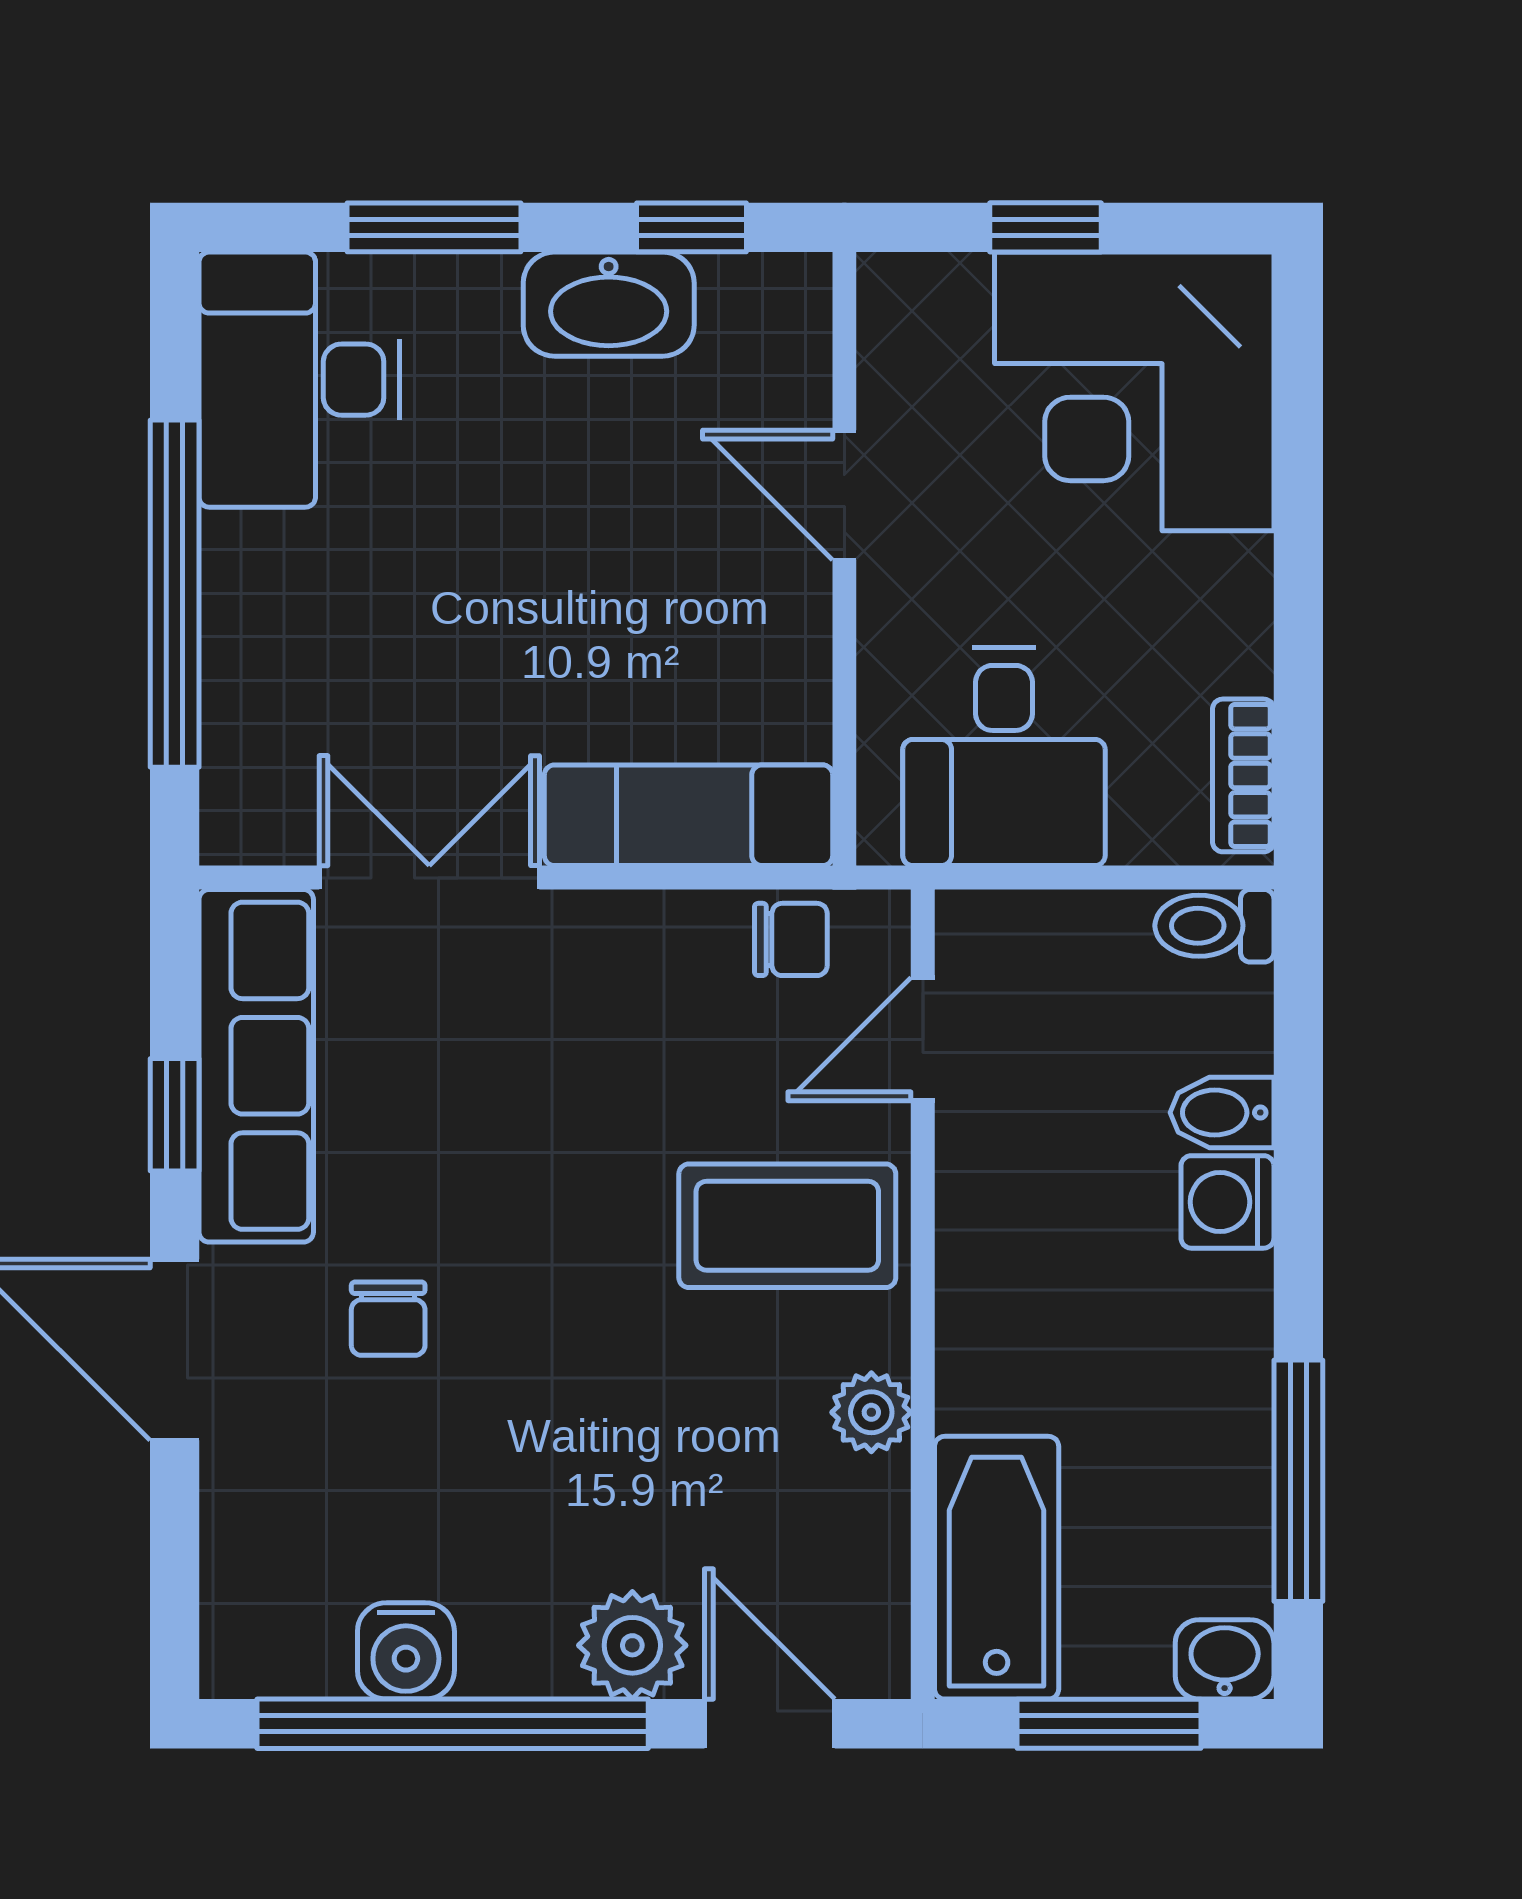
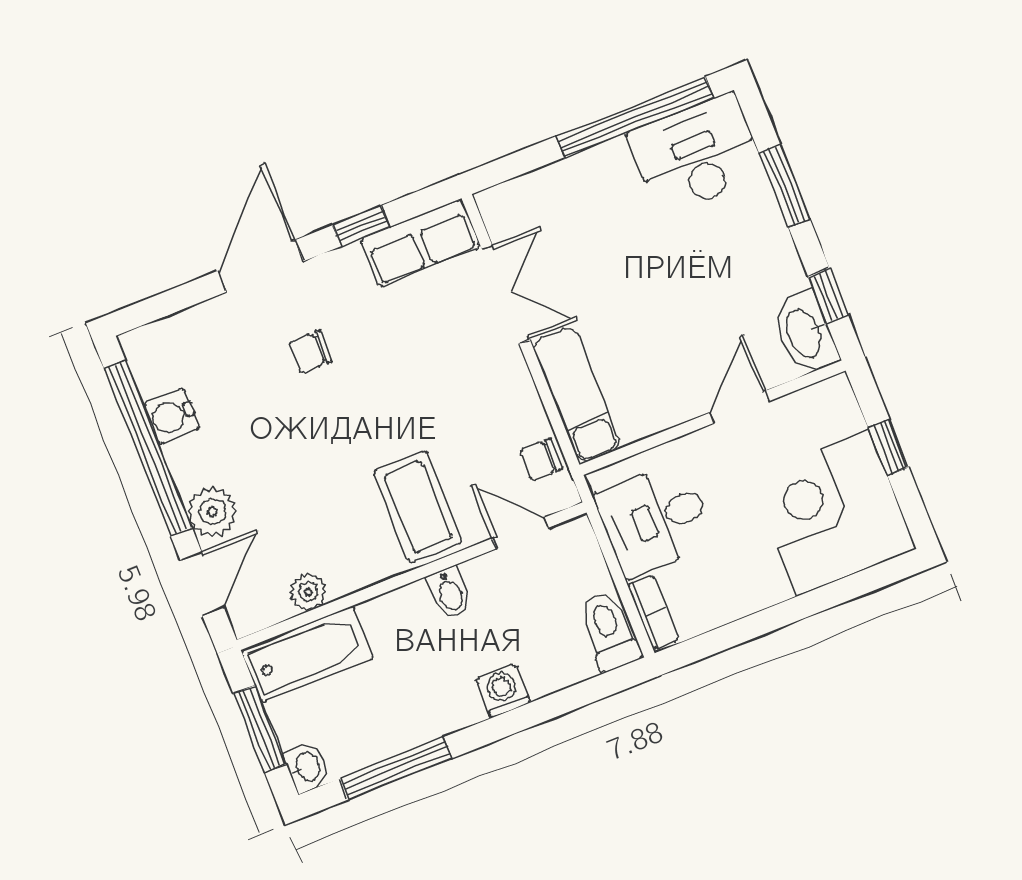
washbasin: (609, 304) -> (805, 333), moved
window: (175, 594) -> (635, 117), moved
bookcase: (1243, 775) -> (653, 612), moved, turned 90
toilet: (1214, 926) -> (609, 631), width x1.37, depth x1.39
chair: (791, 939) -> (541, 460), turned 90
row of seats: (256, 1066) -> (420, 243), width x0.68
bidet: (1222, 1113) -> (450, 593), moved, turned 180
plant: (871, 1412) -> (308, 592), moved

